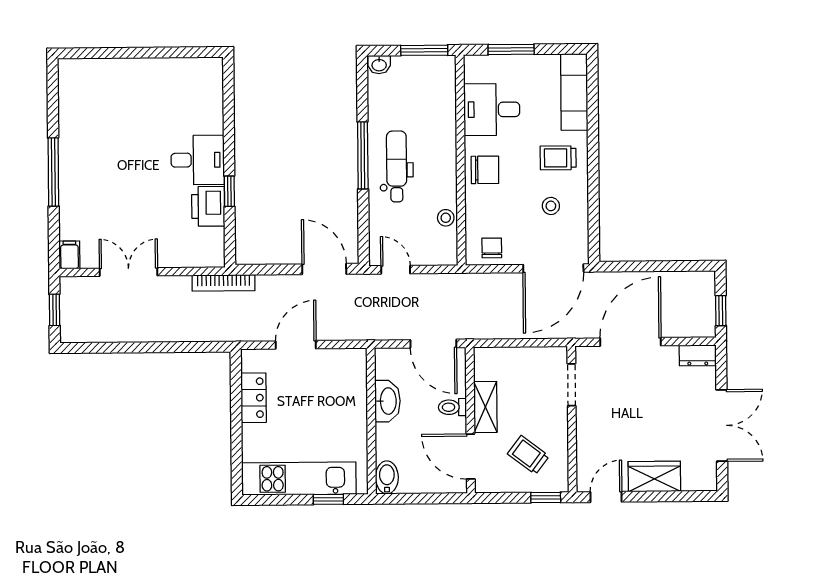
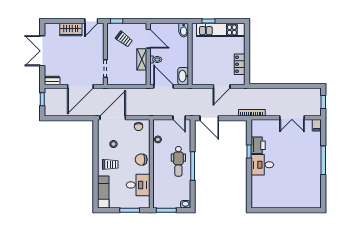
washbasin: (388, 401) -> (183, 76), moved

